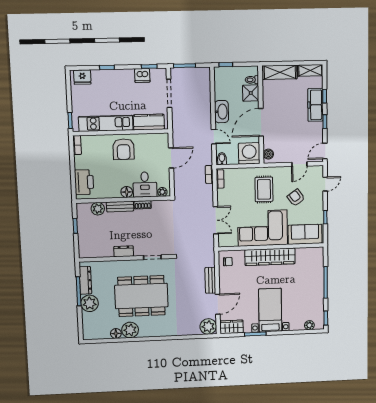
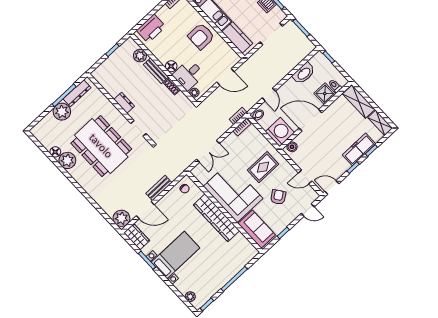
washbasin: (222, 112) -> (304, 73), moved

